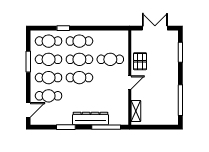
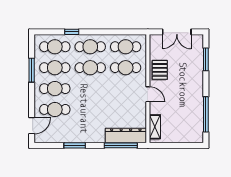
double door: (155, 28) -> (177, 32), swing flipped
cafe table: (79, 78) -> (126, 47), moved
door: (130, 83) -> (148, 94), hinge flipped
dresser: (91, 118) -> (126, 135), moved

